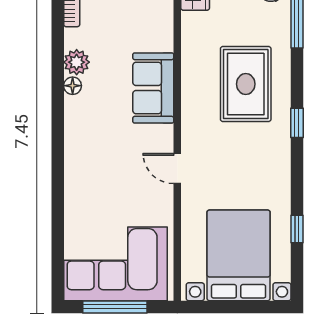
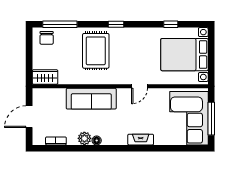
rug: (246, 84) -> (96, 51), turned 90
sofa: (153, 88) -> (91, 99), width x1.36
fireplace: (74, 171) -> (141, 140), added

